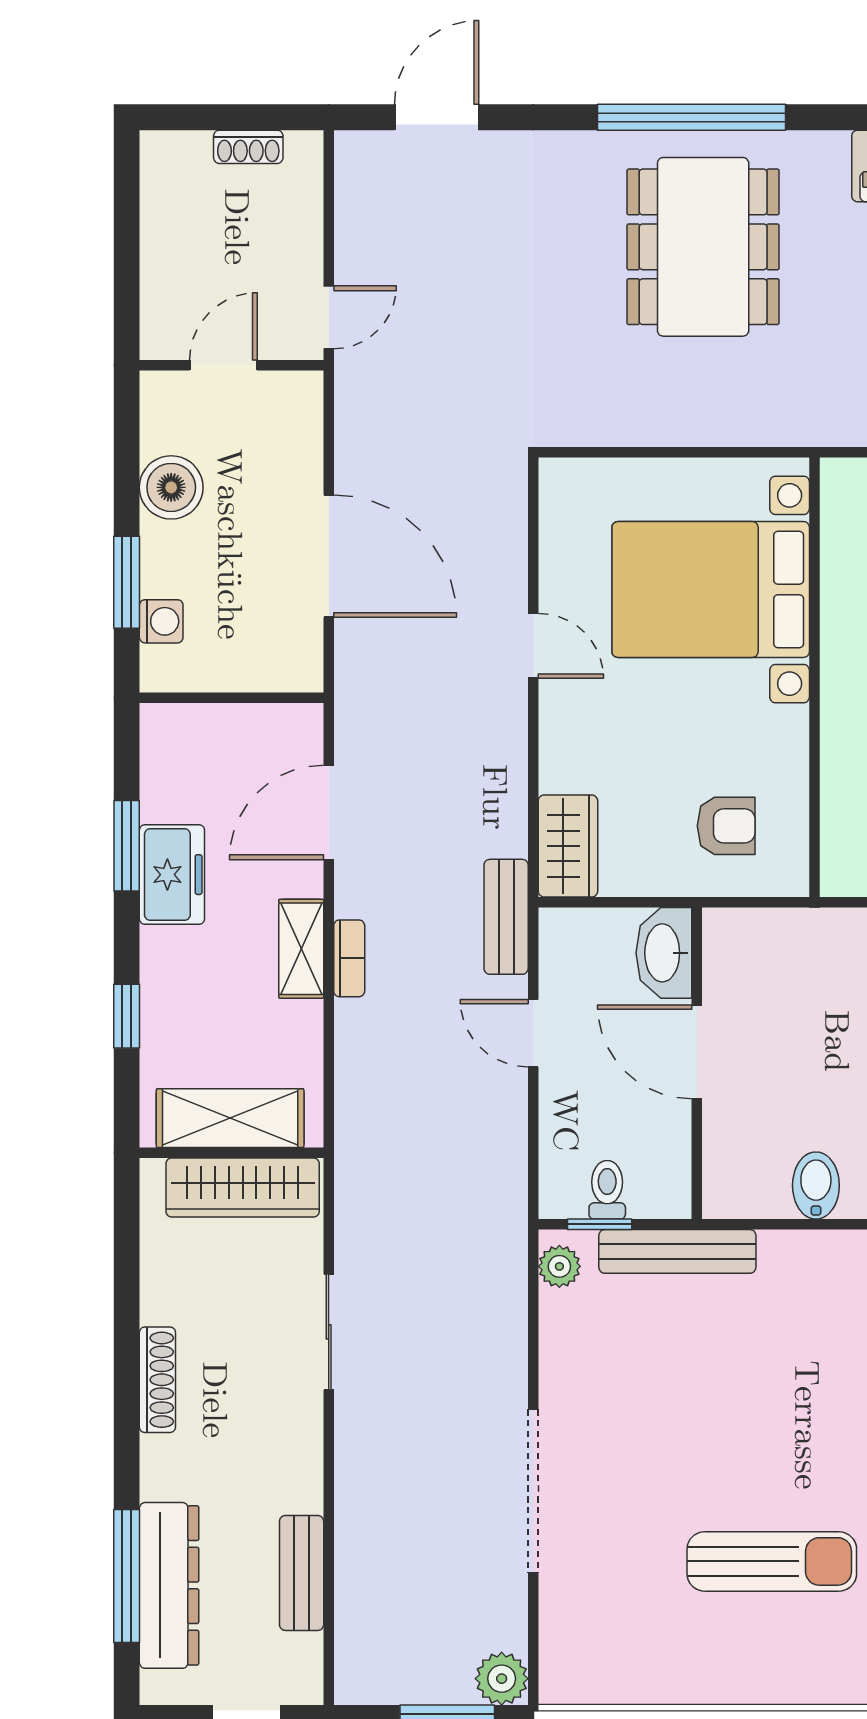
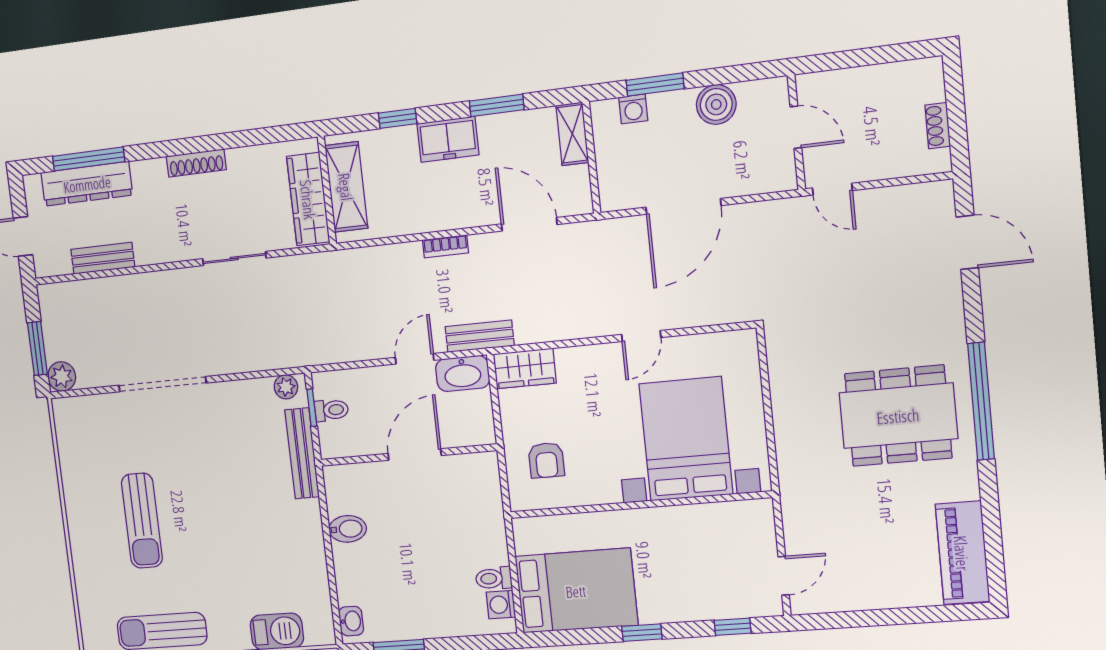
freezer: (172, 875) -> (448, 139), moved
shelving: (301, 949) -> (572, 134), moved, turned 90
washbasin: (664, 953) -> (463, 373), moved, turned 180

